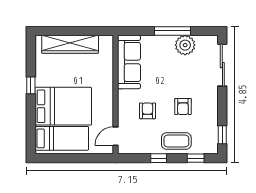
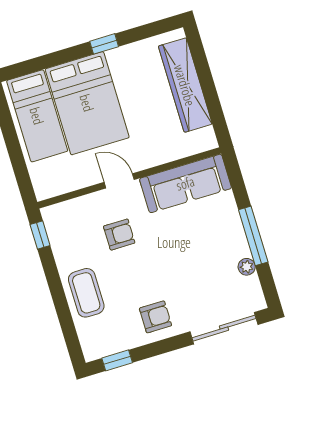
plant: (185, 45) -> (247, 267), width x0.53, depth x0.53
armchair: (183, 106) -> (155, 317), moved, turned 180
door: (115, 136) -> (119, 181), moved
window: (159, 158) -> (40, 235), moved
window: (196, 158) -> (69, 330), removed

